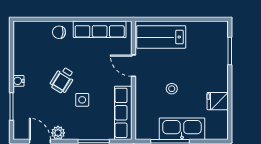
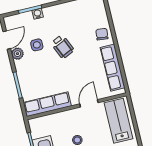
wheelchair: (62, 80) -> (63, 47), turned -146
water cooler: (18, 81) -> (38, 14), moved
side table: (82, 100) -> (37, 45), moved

